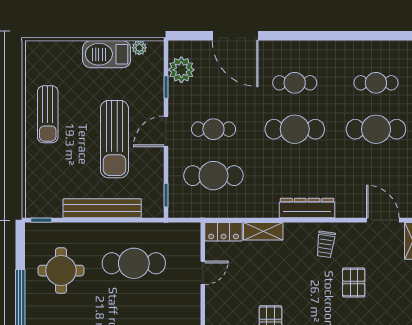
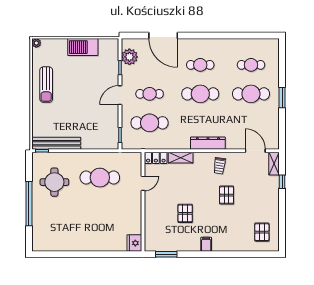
plant: (139, 48) -> (36, 43), moved
sun lounger: (114, 139) -> (88, 100), removed
bench: (102, 208) -> (56, 143), moved
pallet: (354, 283) -> (227, 195), moved

